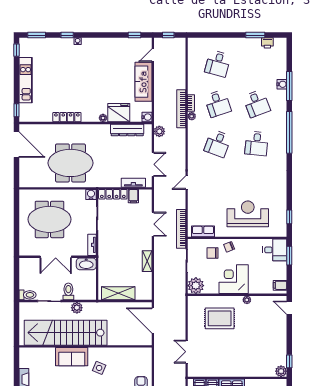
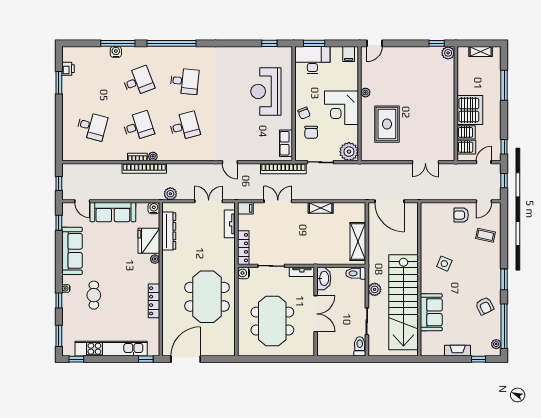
sofa: (110, 46) -> (72, 251), added
cafe table: (72, 65) -> (94, 295), added
kitchen unit: (26, 80) -> (111, 349), width x1.36
desk: (218, 144) -> (184, 126), turned -36
filing cabinet: (133, 196) -> (245, 208), moved
desk: (275, 250) -> (312, 60), width x1.37
toilet: (68, 291) -> (356, 273), moved
door: (153, 321) -> (389, 201), hinge flipped
sofa: (72, 357) -> (431, 312), moved

